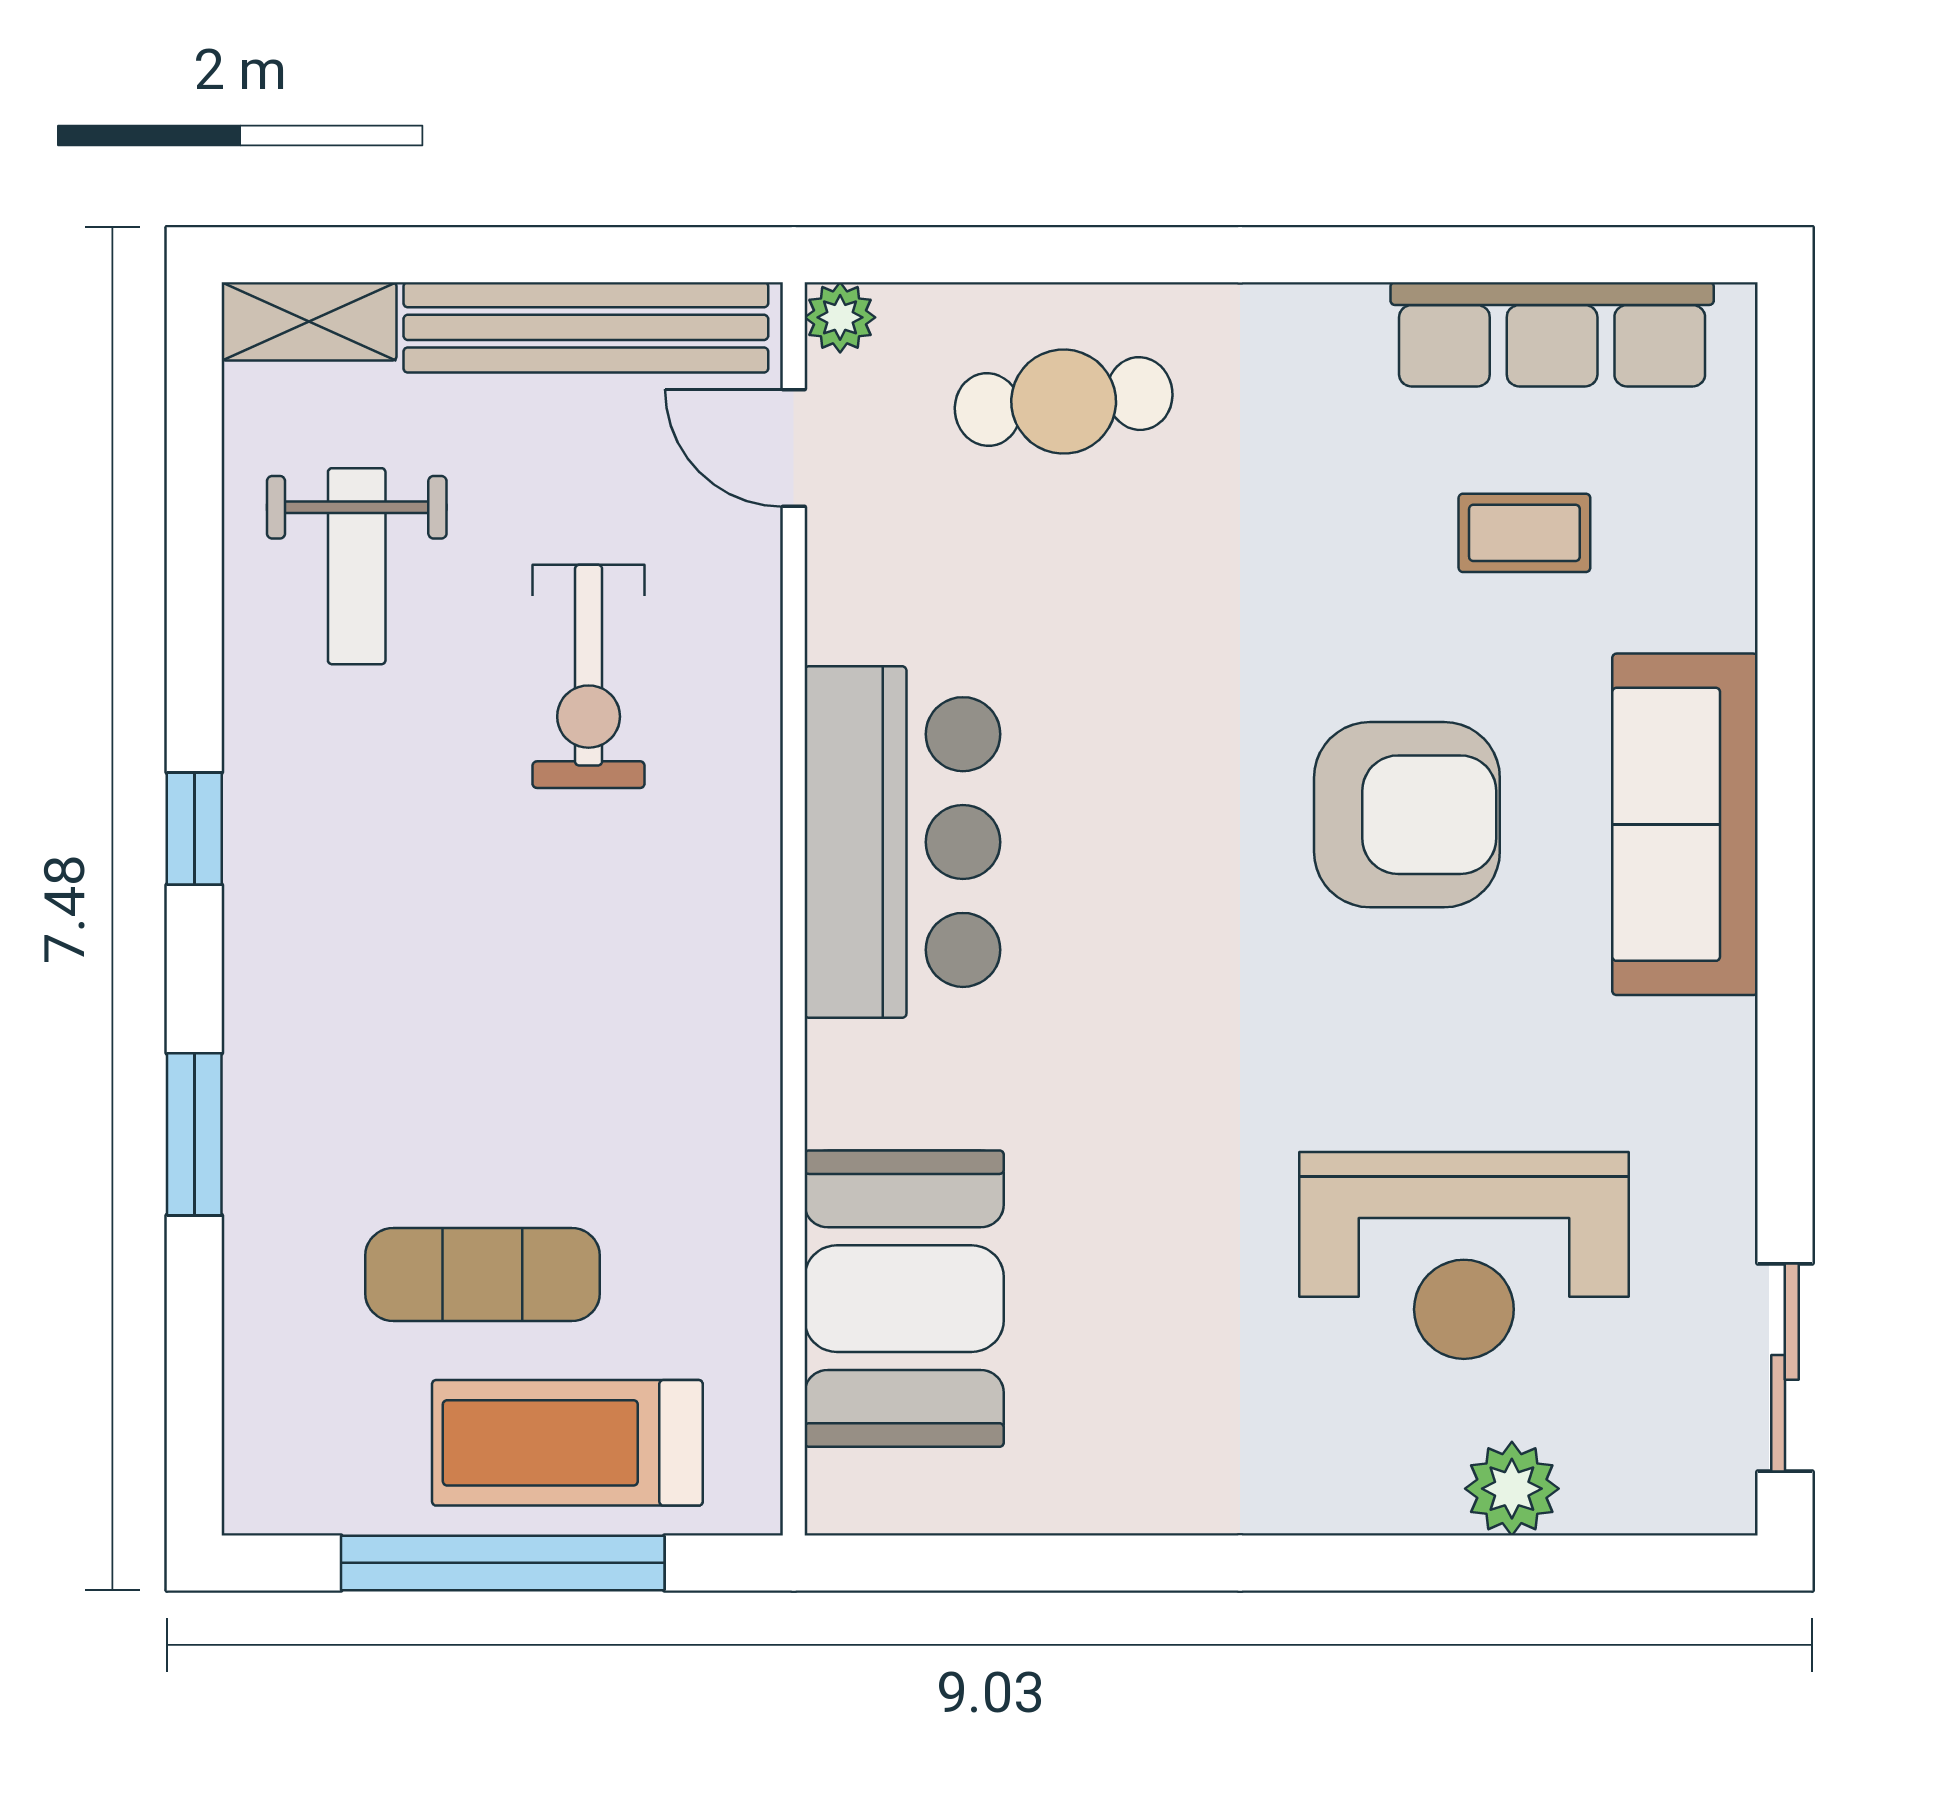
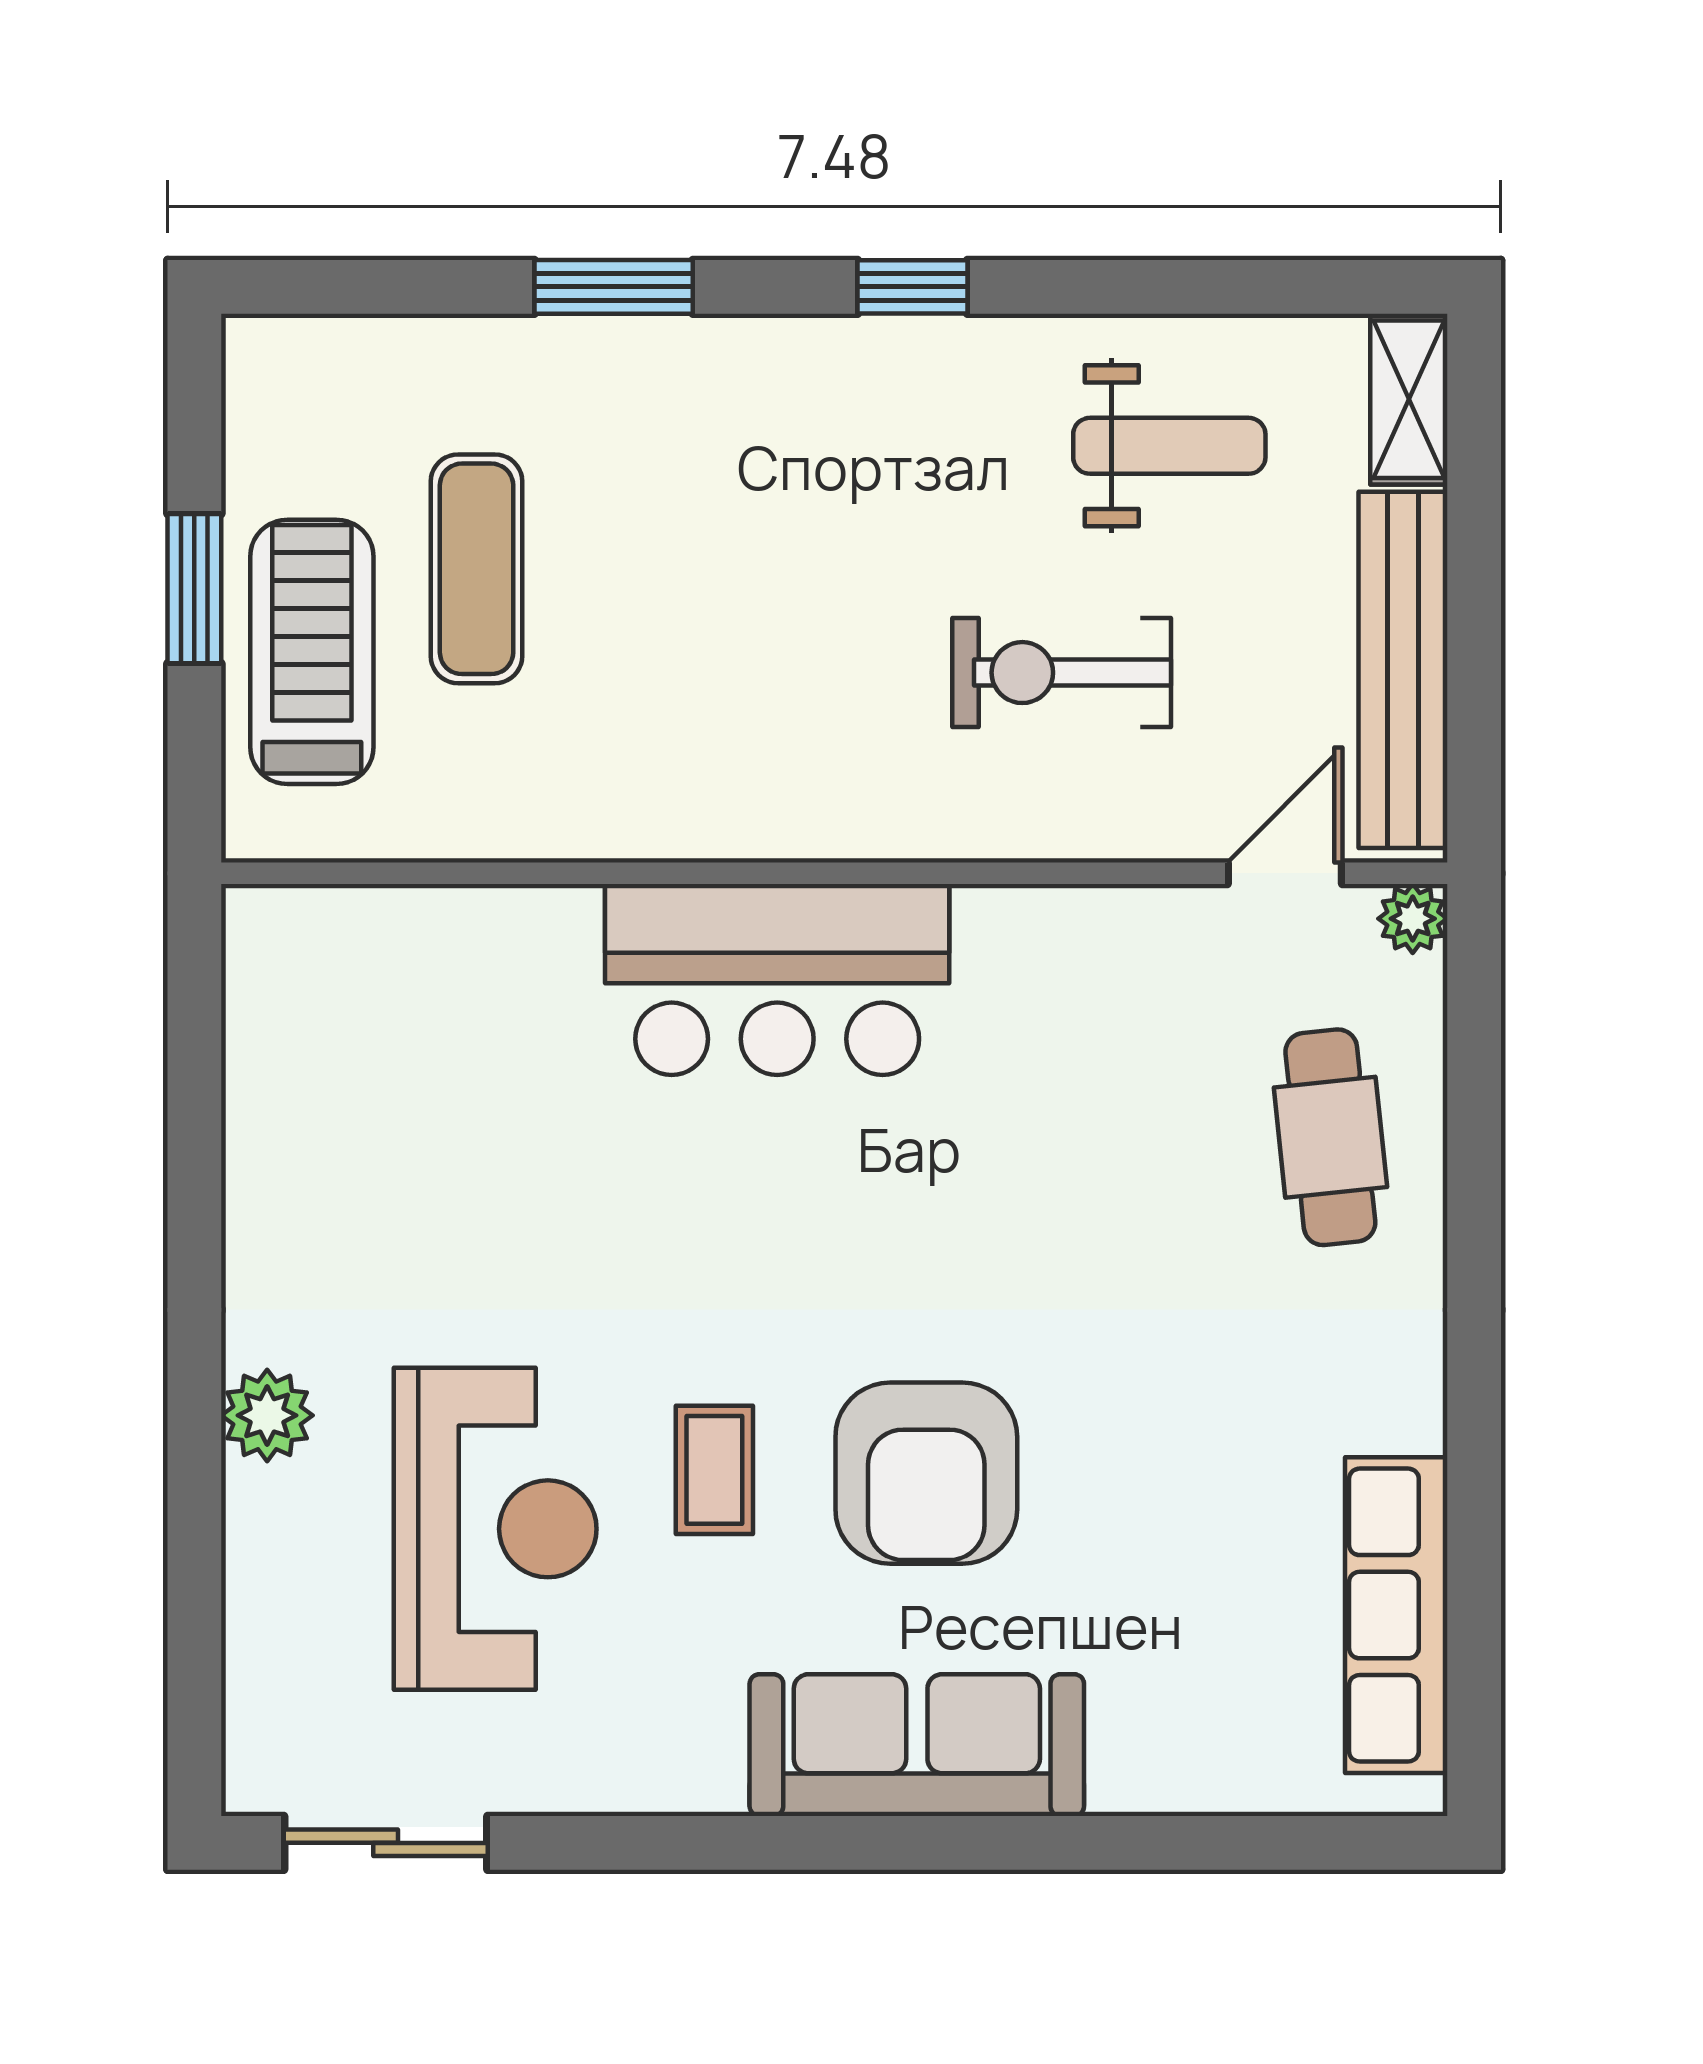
coffee table: (1524, 533) -> (714, 1470), moved
weight bench: (357, 566) -> (1169, 446), turned 180
bar counter: (902, 842) -> (777, 980), moved
reception desk: (1464, 1255) -> (495, 1529), turned 180
booth: (904, 1299) -> (453, 981), removed
plant: (1512, 1489) -> (267, 1415), moved
window: (503, 1563) -> (194, 589), width x0.47

